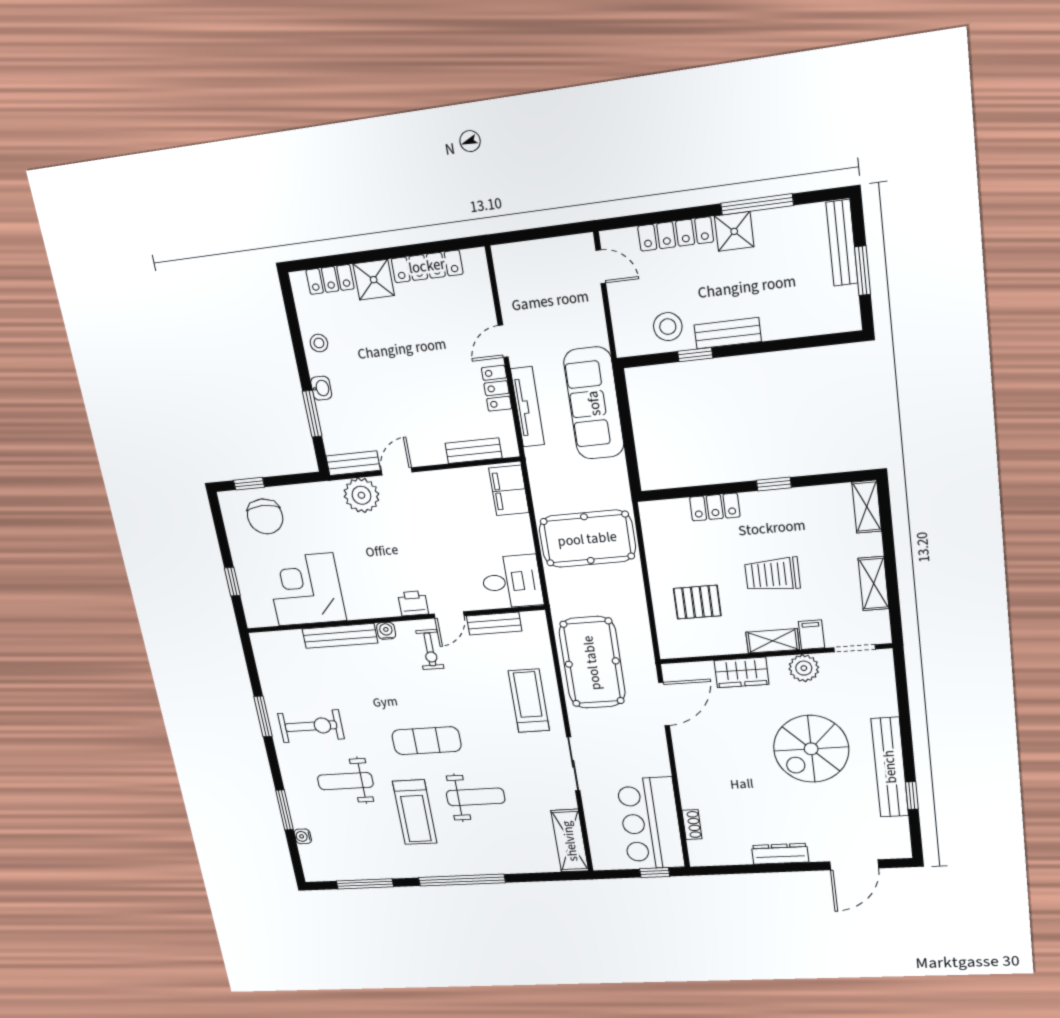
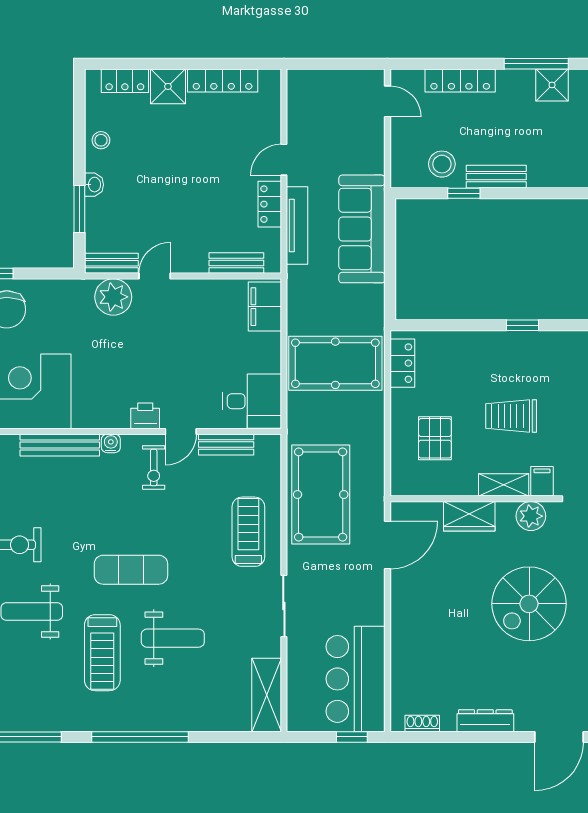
shower: (734, 231) -> (552, 85), moved
locker: (715, 507) -> (402, 363), moved, turned -90
pallet: (697, 602) -> (435, 438), turned 90
shoe rack: (692, 825) -> (422, 723), moved, turned -90

